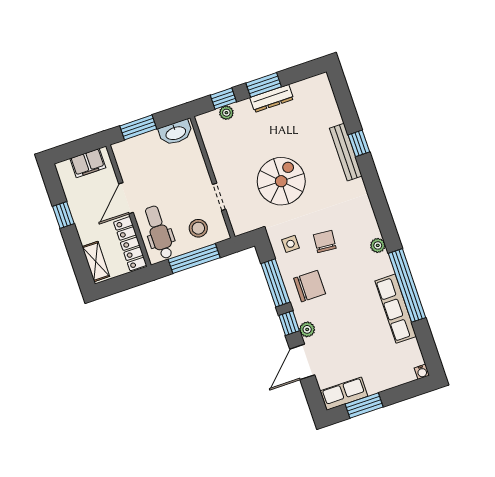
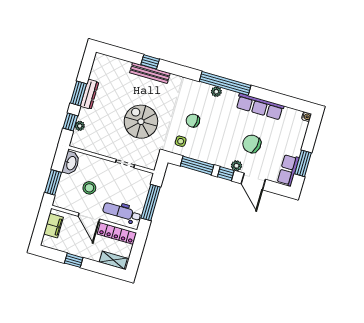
stool: (198, 228) -> (89, 188), moved
window: (407, 285) -> (225, 83), moved
chair: (310, 286) -> (252, 144), moved, turned -78

